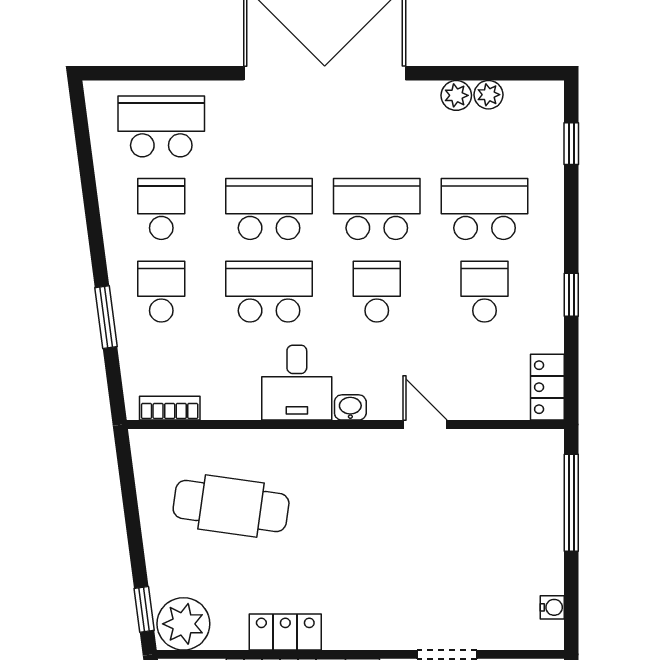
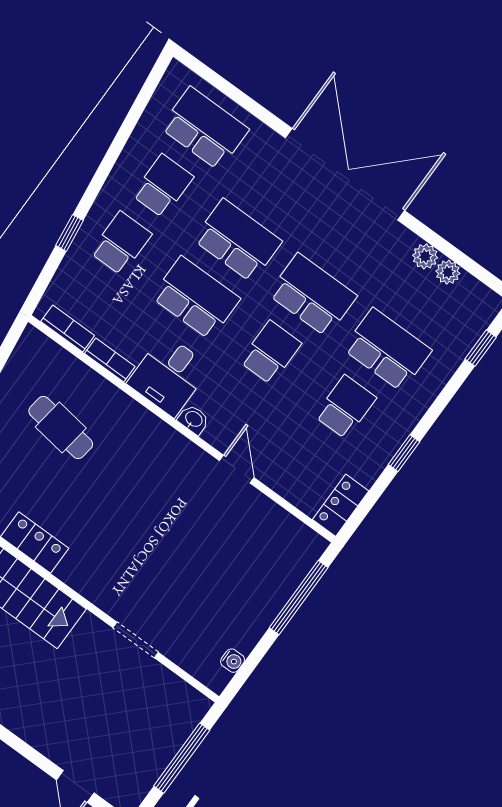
window: (106, 317) -> (70, 233), width x0.67
bookcase: (231, 409) -> (110, 360), added
cafe table: (231, 506) -> (61, 428), width x0.73, depth x0.74

